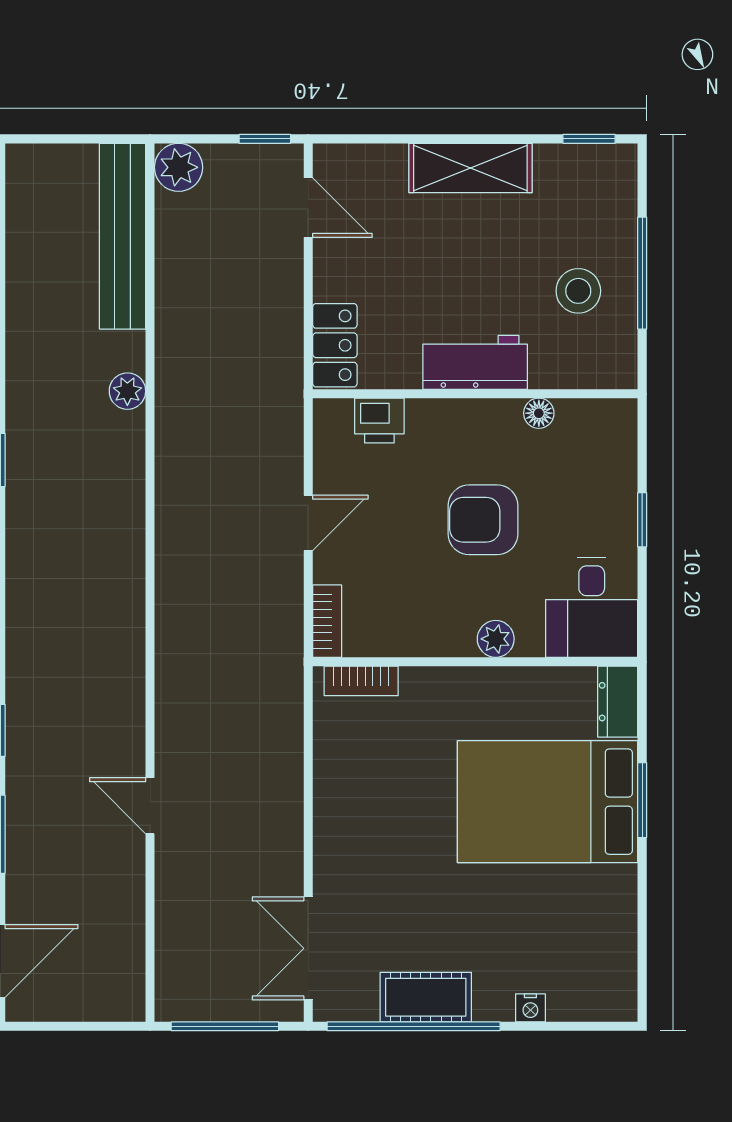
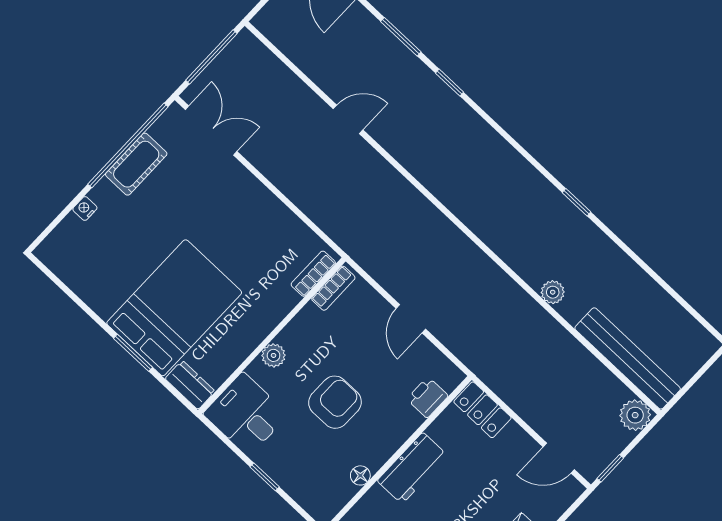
bookcase: (327, 621) -> (333, 288), moved, turned -90

